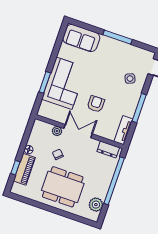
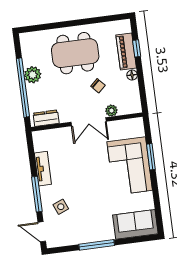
armchair: (96, 104) -> (84, 161), removed
window: (139, 108) -> (37, 194), moved
tv unit: (123, 130) -> (43, 169), moved
plant: (96, 205) -> (33, 75), moved

